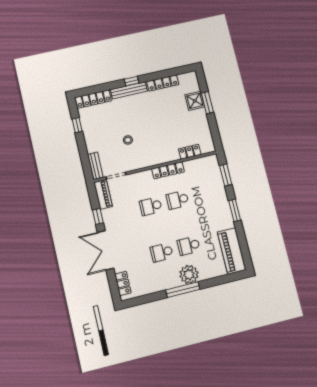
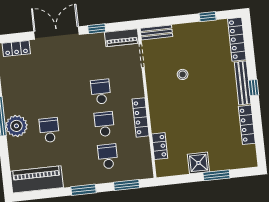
shower: (195, 101) -> (198, 163), moved
school desk: (162, 252) -> (108, 156), moved

